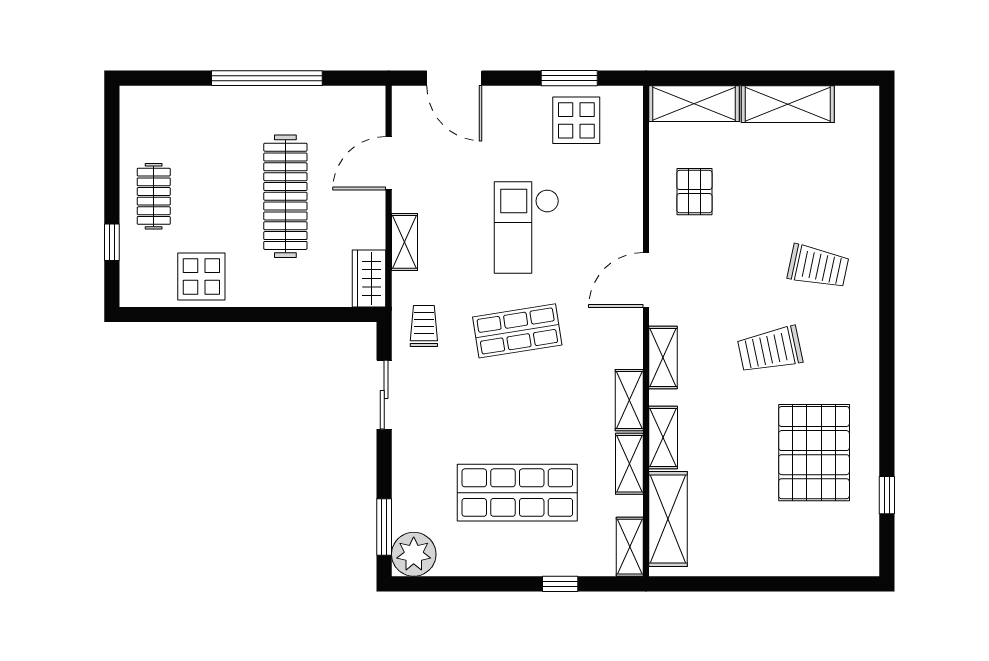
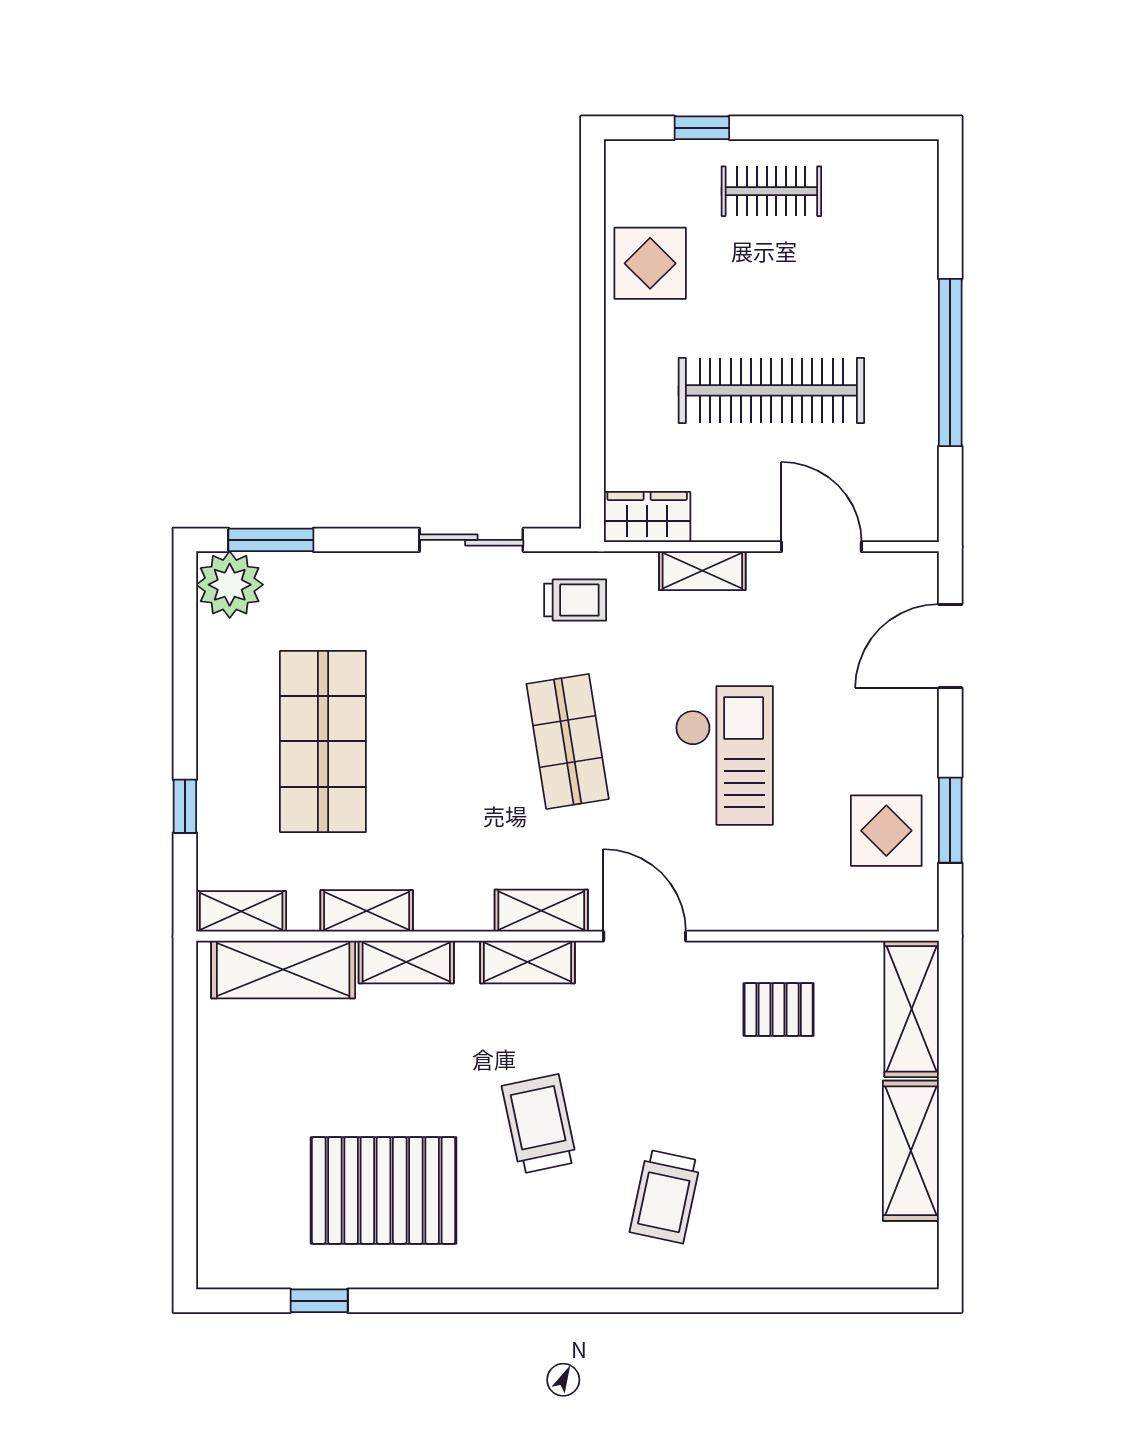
checkout: (527, 228) -> (724, 755), turned 90
shelving: (629, 400) -> (541, 911), moved

